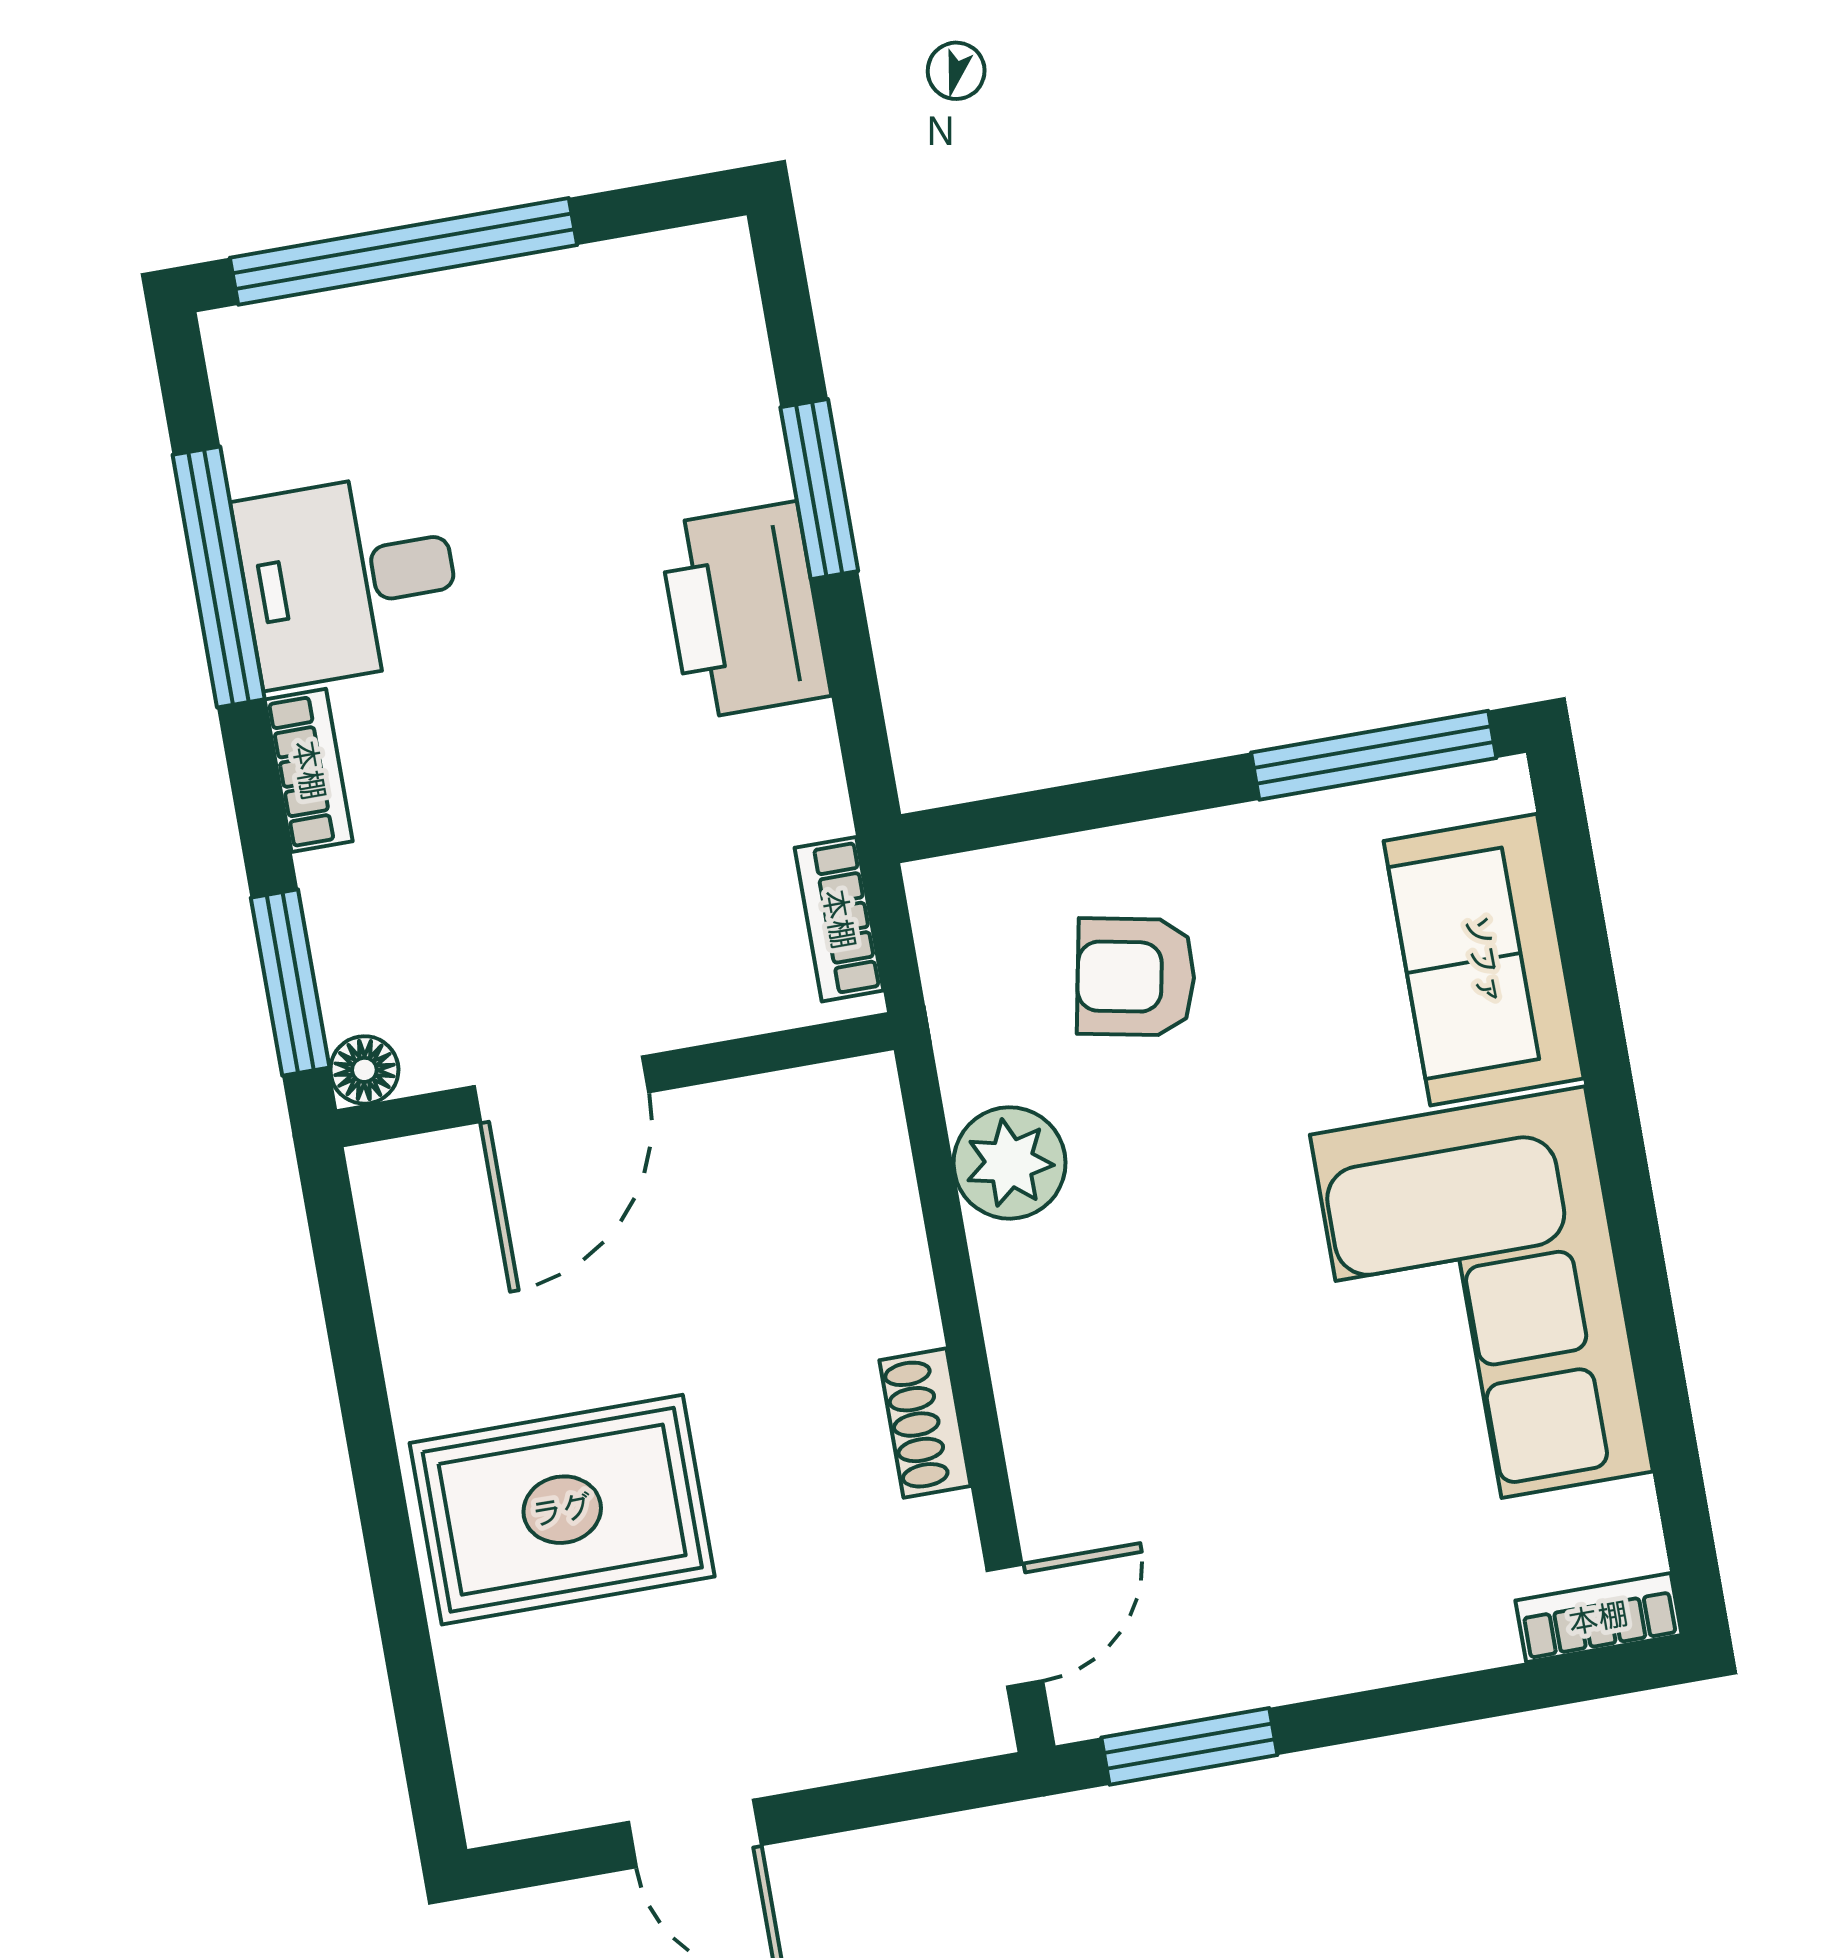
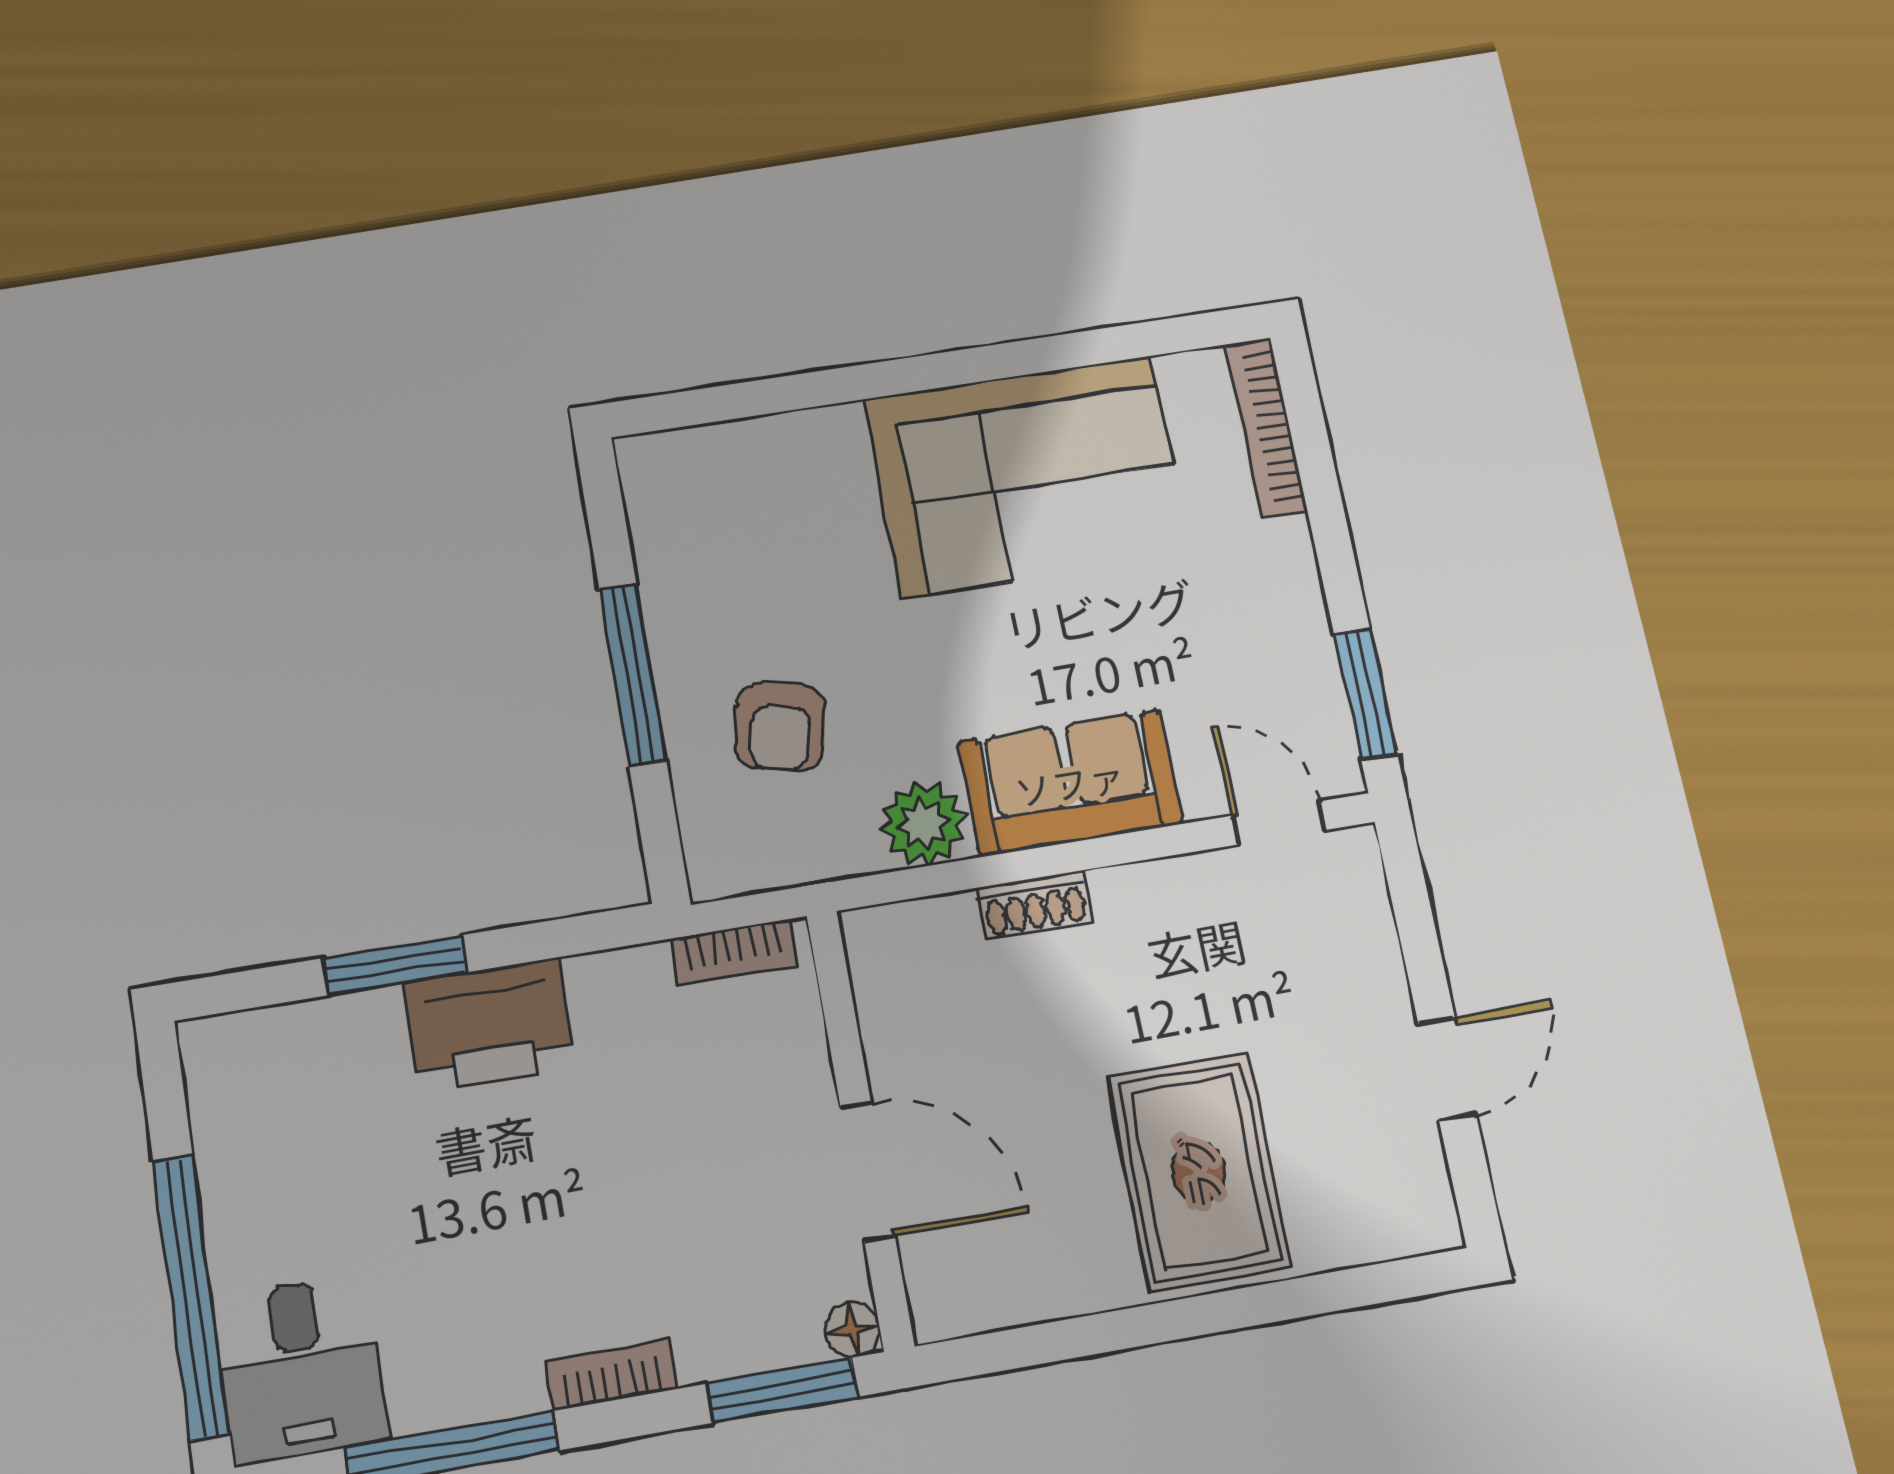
desk: (349, 579) -> (301, 1369), moved
window: (1374, 755) -> (633, 675), moved
sofa: (1484, 960) -> (1070, 783), moved, turned 180
shoe rack: (925, 1423) -> (1035, 905), moved
bookcase: (1598, 1618) -> (1266, 427), width x1.56

